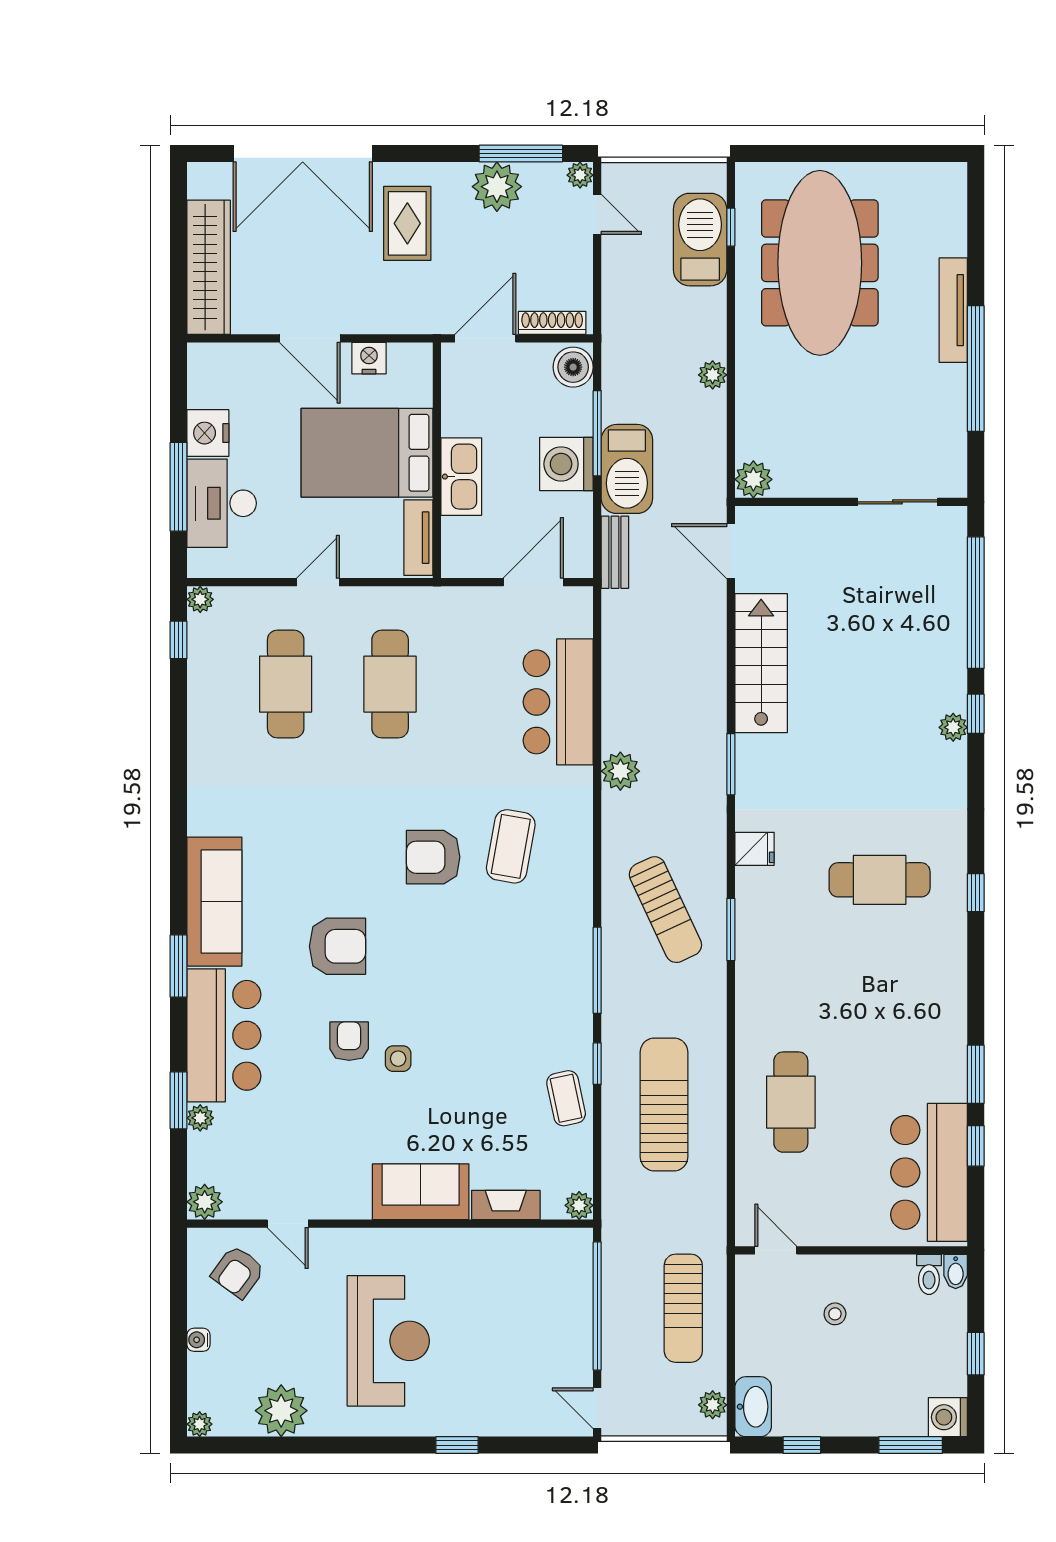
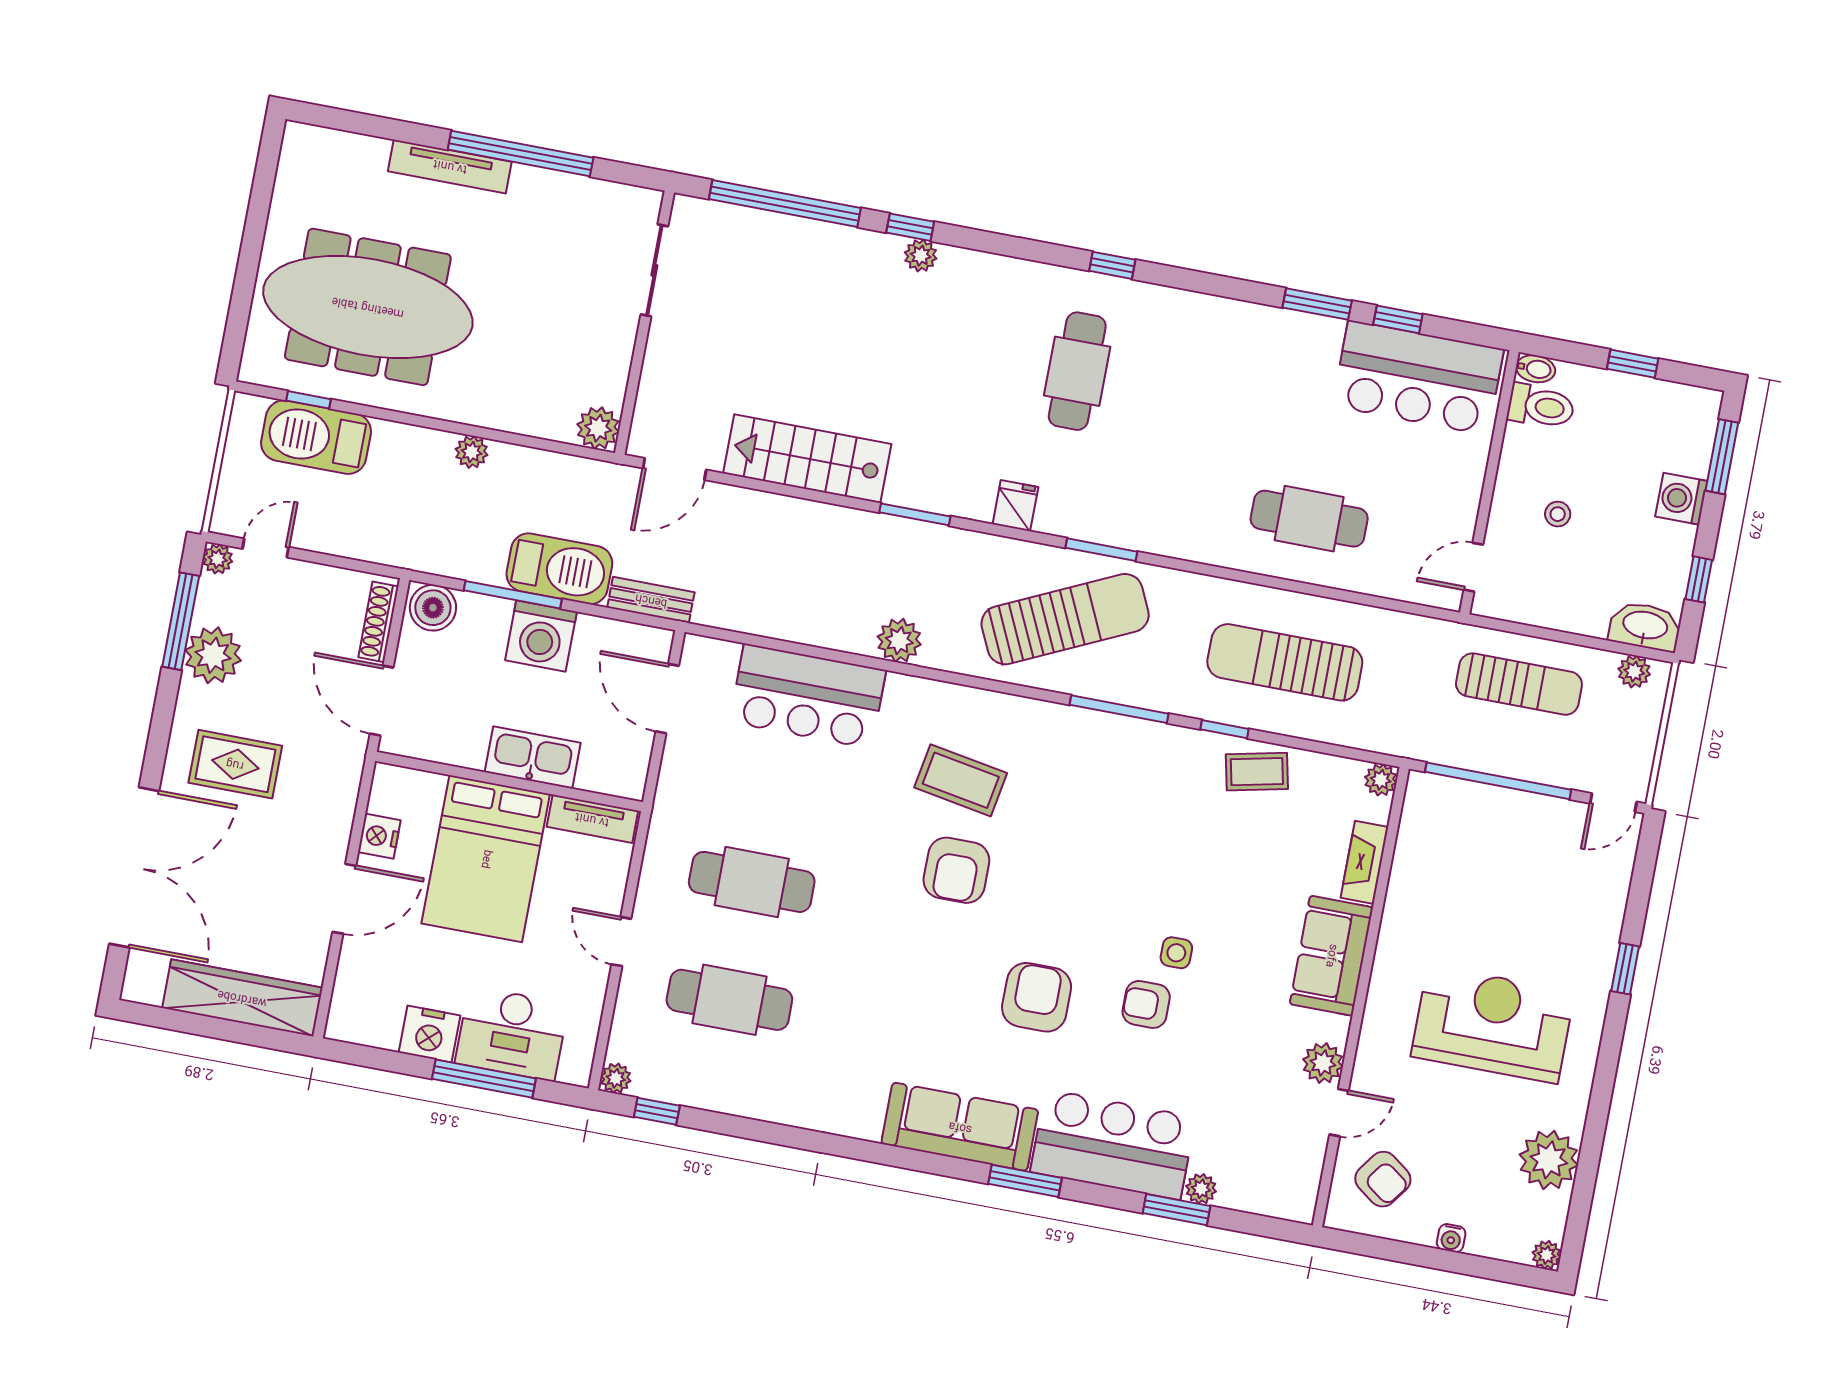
sun lounger: (665, 910) -> (1065, 619), width x1.36, depth x1.34
plant: (205, 1202) -> (1323, 1063), moved
toilet: (929, 1274) -> (1541, 406), width x1.37, depth x1.39
washing machine: (948, 1417) -> (1681, 499), moved, turned 90

